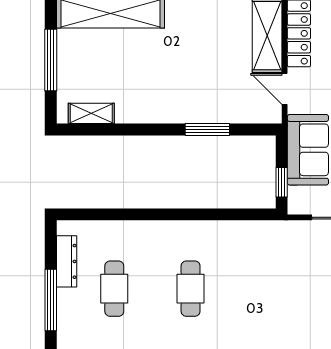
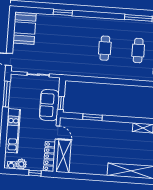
window: (282, 182) -> (61, 103), moved

